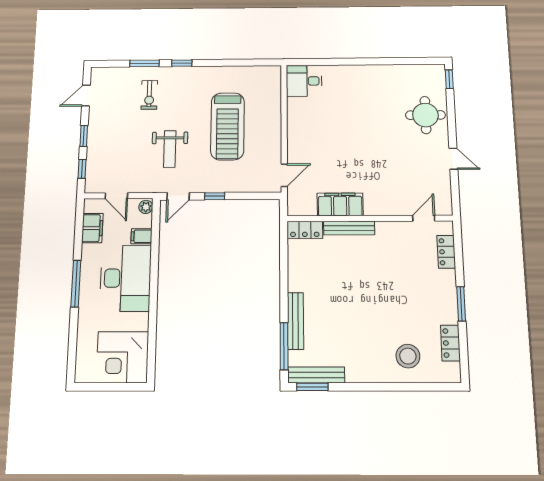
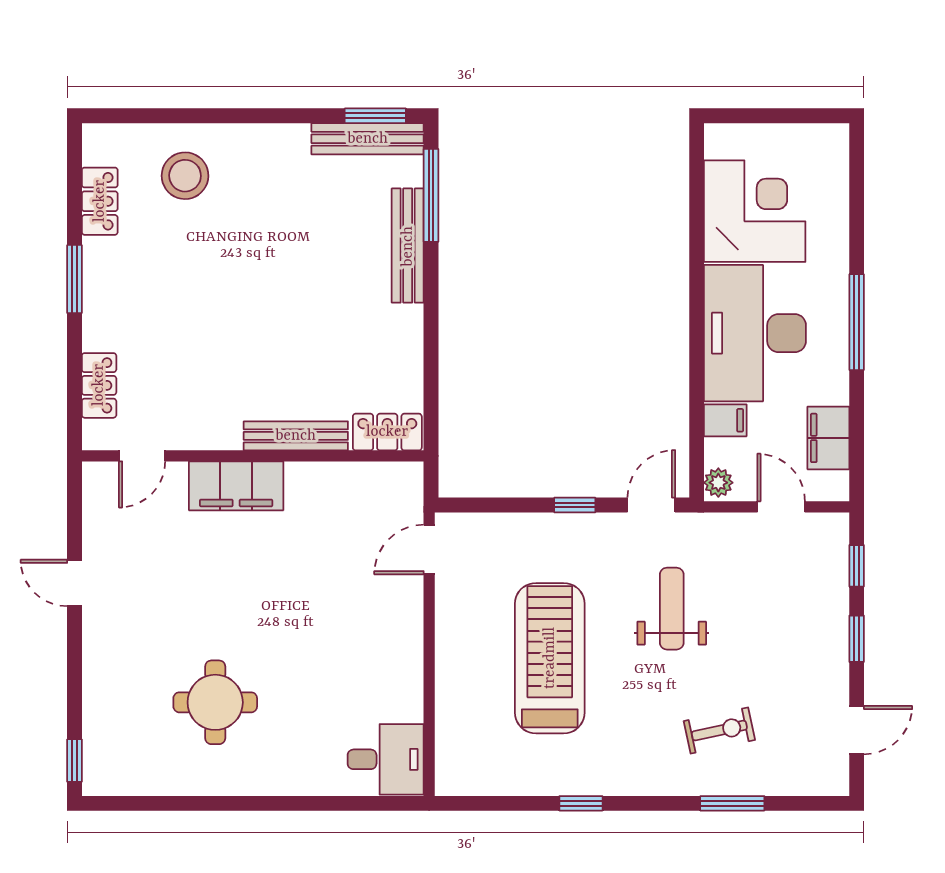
window: (182, 63) -> (581, 803), moved
exercise bike: (149, 95) -> (719, 731), turned 78
round table: (425, 115) -> (215, 702), moved
filing cabinet: (340, 204) -> (236, 486), moved
corner desk: (122, 357) -> (755, 211), moved

